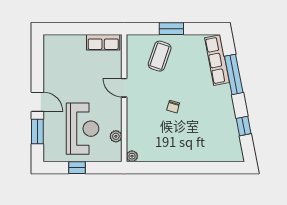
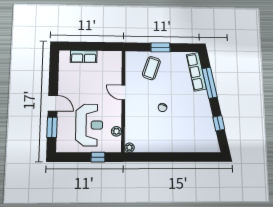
row of seats: (103, 42) -> (84, 57), moved
window: (77, 168) -> (98, 157), moved

